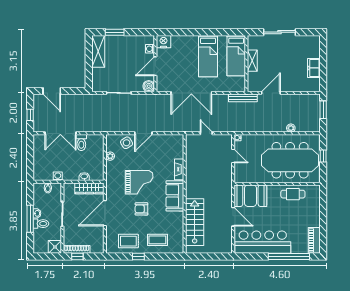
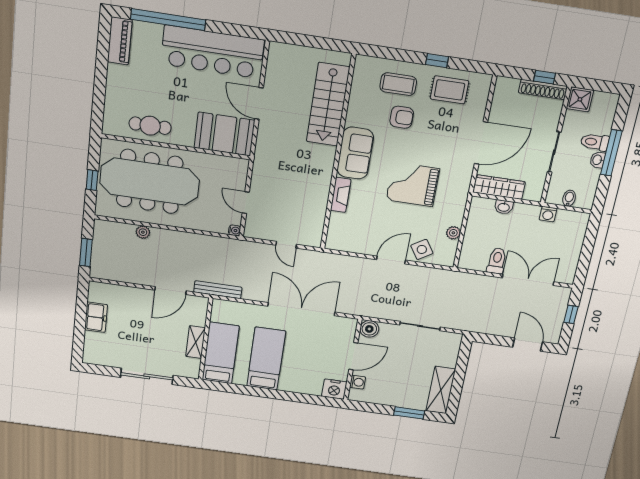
armchair: (141, 209) -> (402, 117), moved

